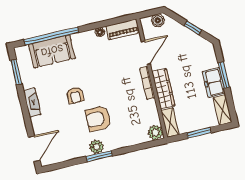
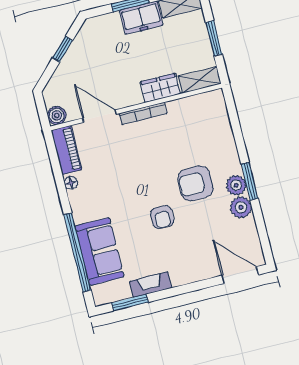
boiler: (158, 20) -> (57, 115), moved
wardrobe: (163, 89) -> (160, 88), width x0.67
armchair: (75, 95) -> (162, 217), turned 90
fireplace: (32, 103) -> (150, 285), moved
armchair: (98, 119) -> (196, 183), turned 90
plant: (155, 132) -> (241, 207), moved

